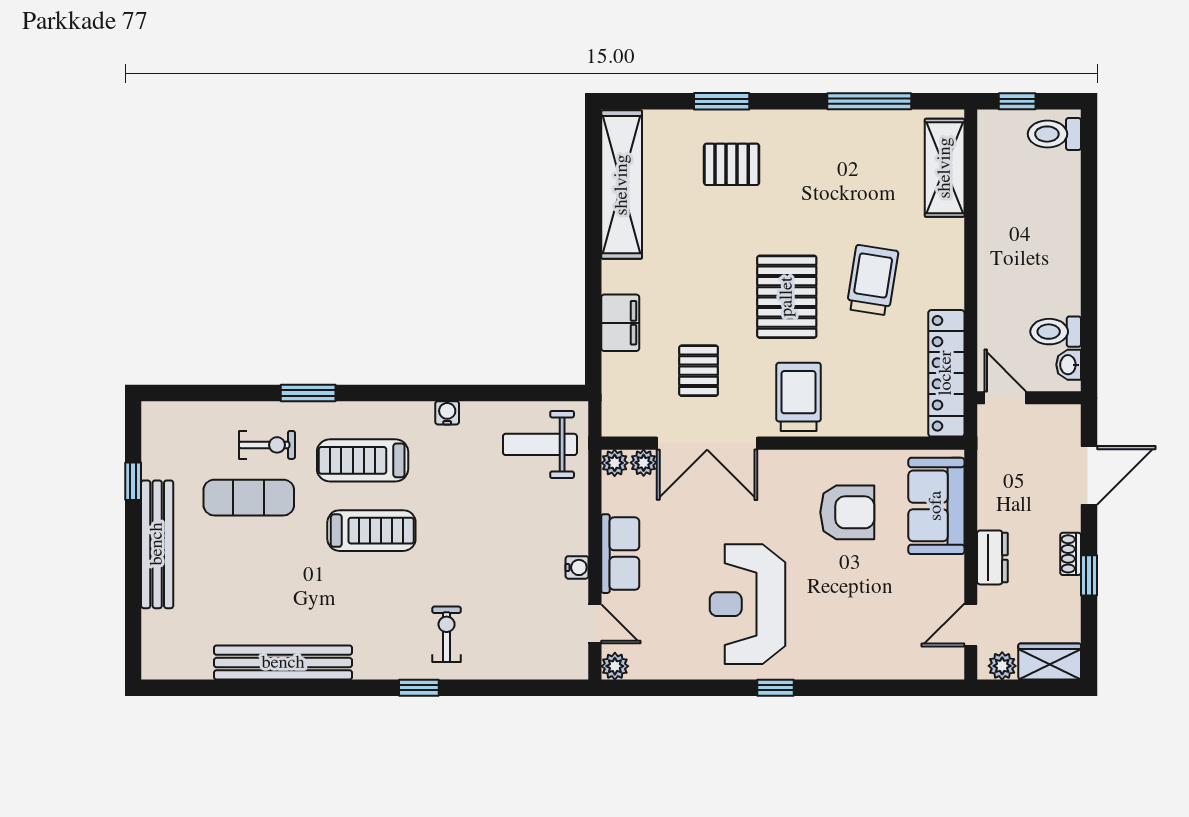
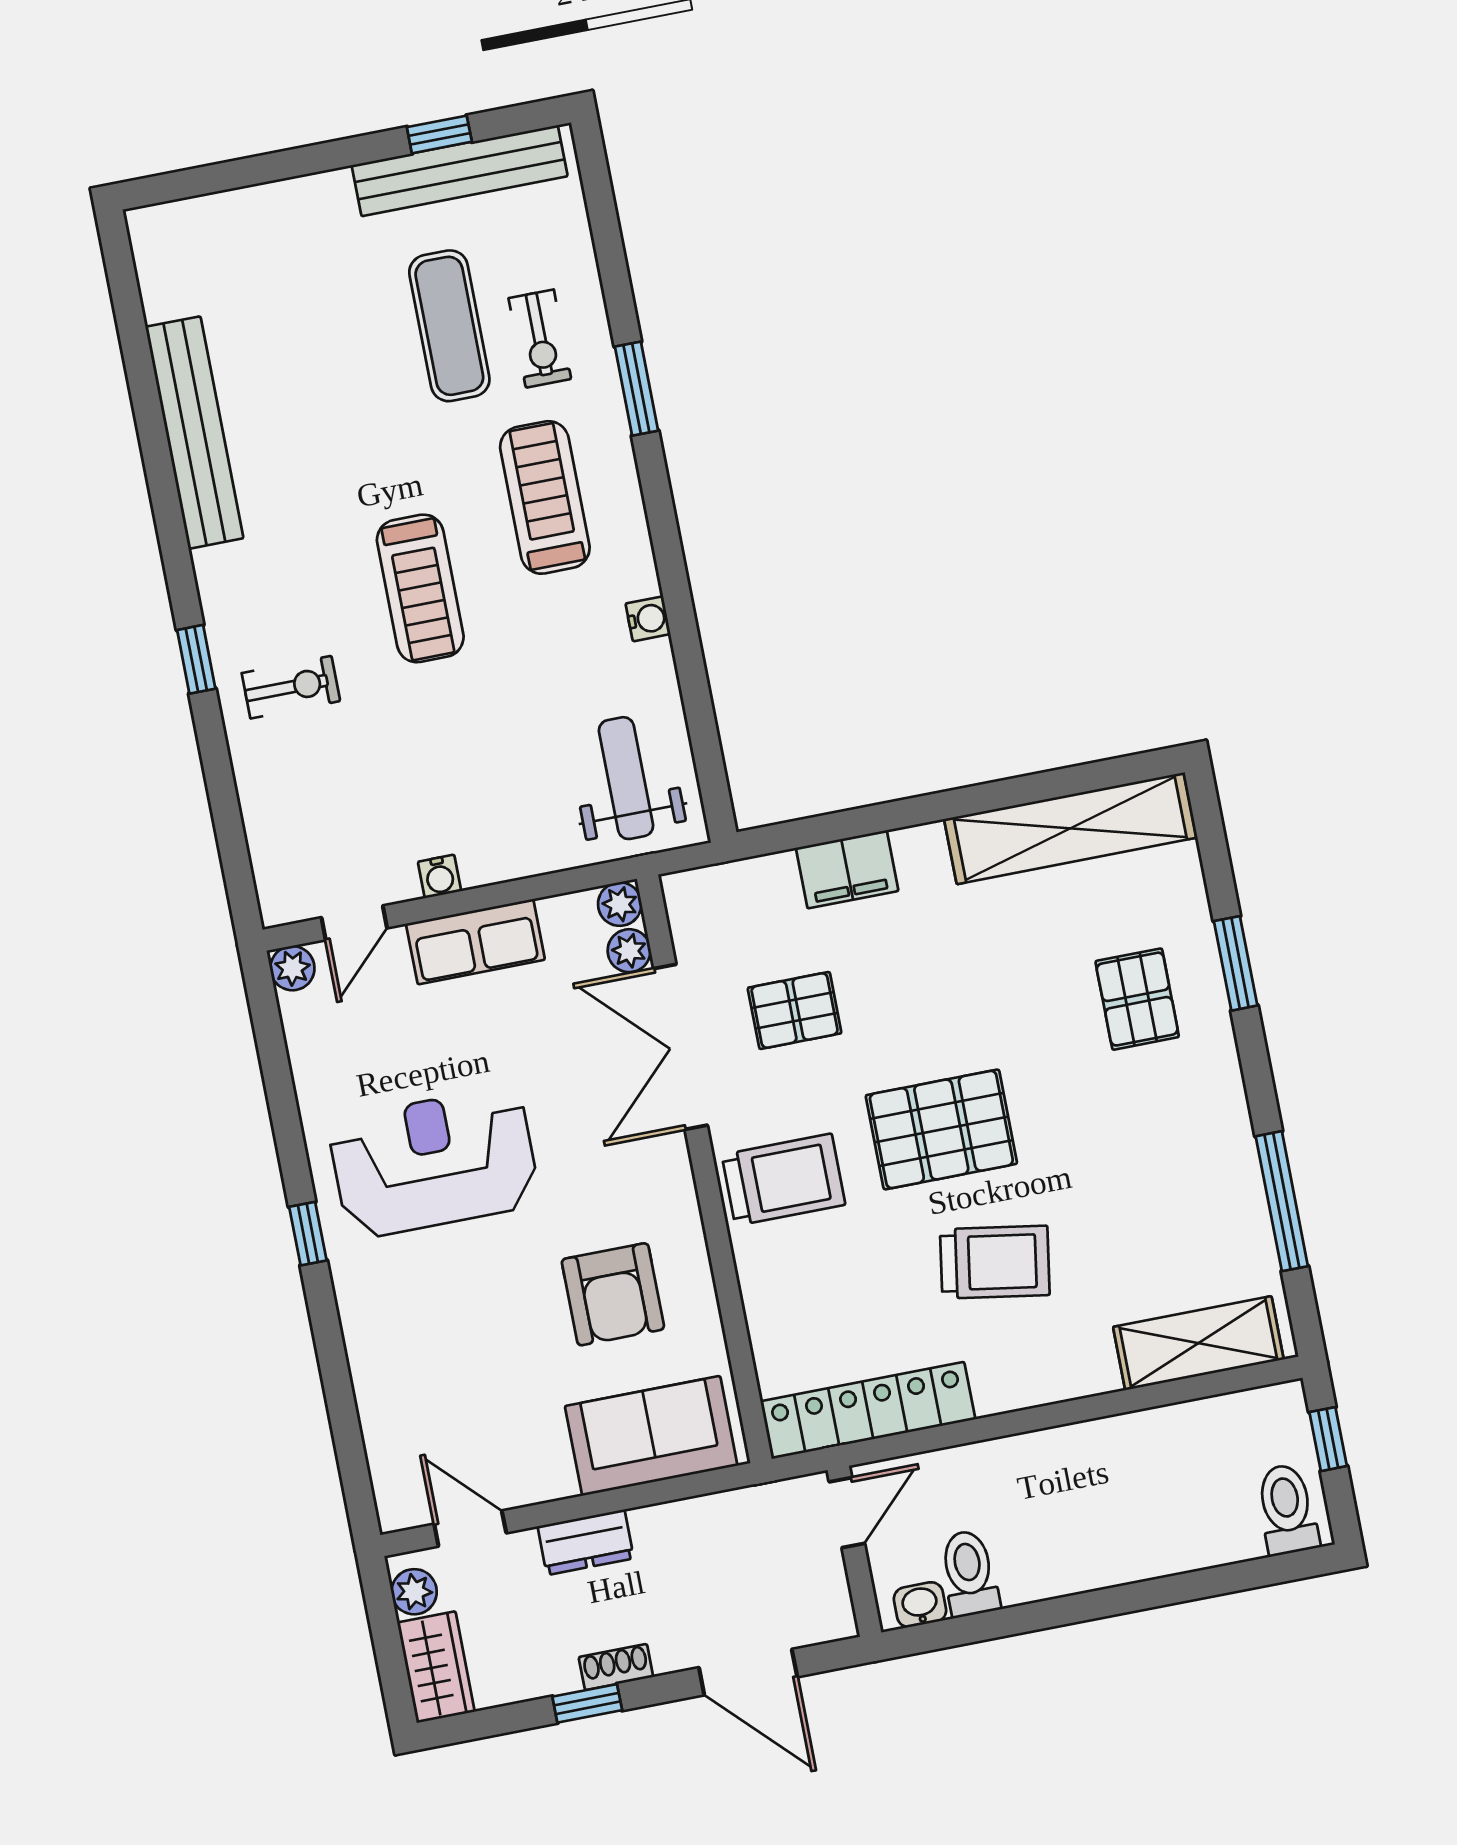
treadmill: (371, 531) -> (420, 588), moved
bench: (157, 544) -> (460, 171), moved

